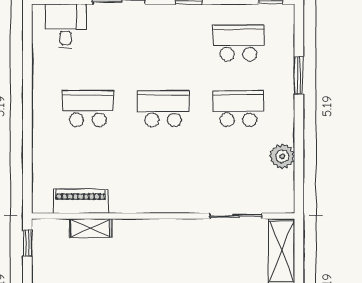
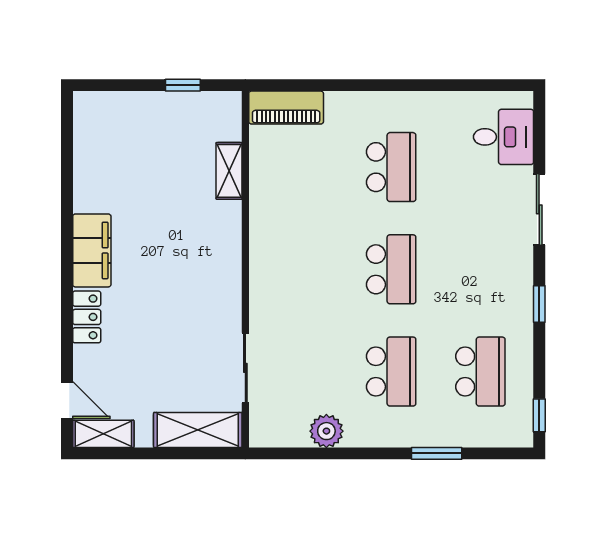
piano: (81, 201) -> (286, 108), moved, turned 90
window: (27, 243) -> (183, 85), moved

